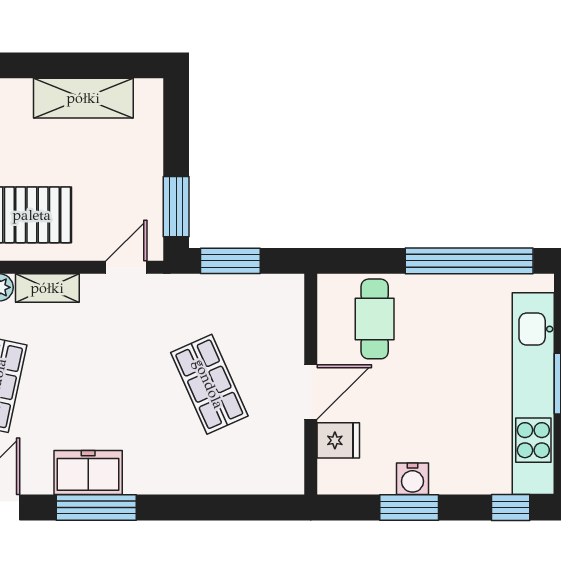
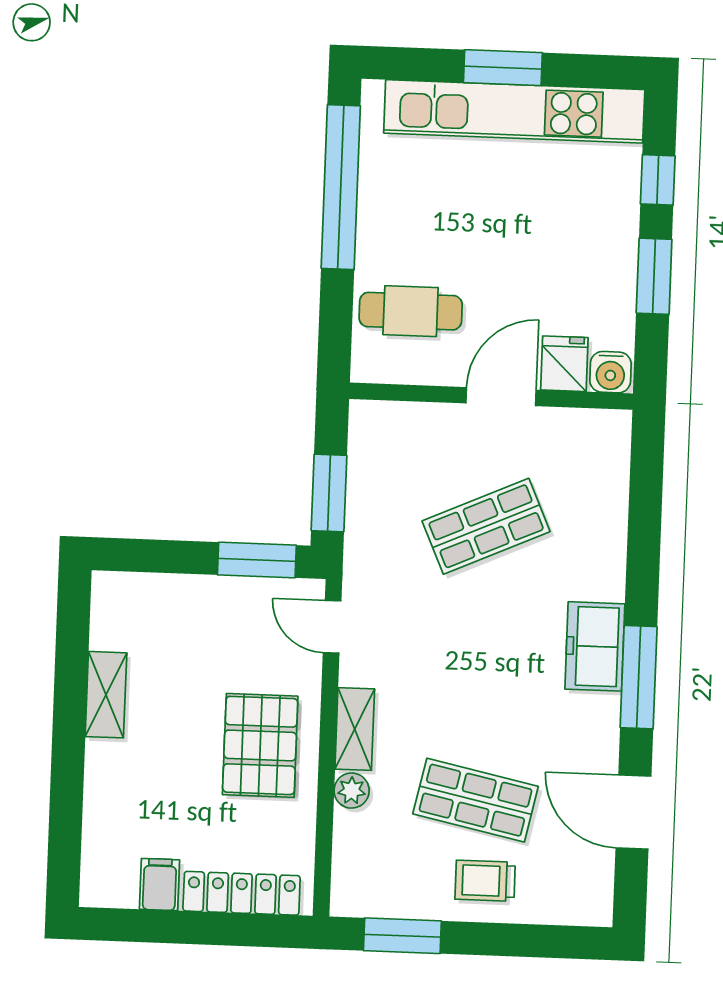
shelving: (83, 98) -> (106, 695), width x0.67, depth x0.75
door: (311, 392) -> (501, 397), hinge flipped
freezer: (88, 473) -> (595, 646), moved
water cooler: (412, 479) -> (610, 372), moved, turned 90
window: (511, 508) -> (658, 180), moved

